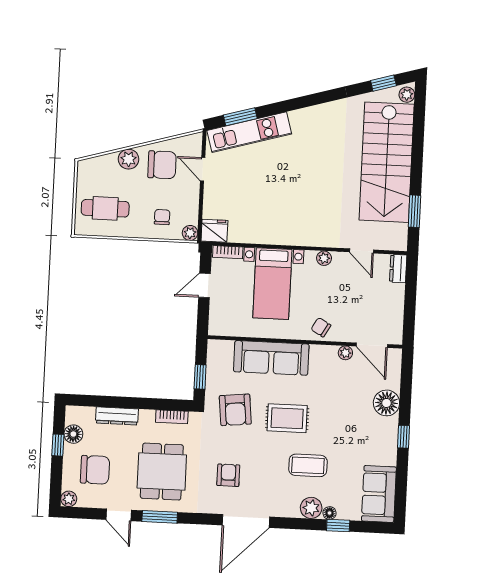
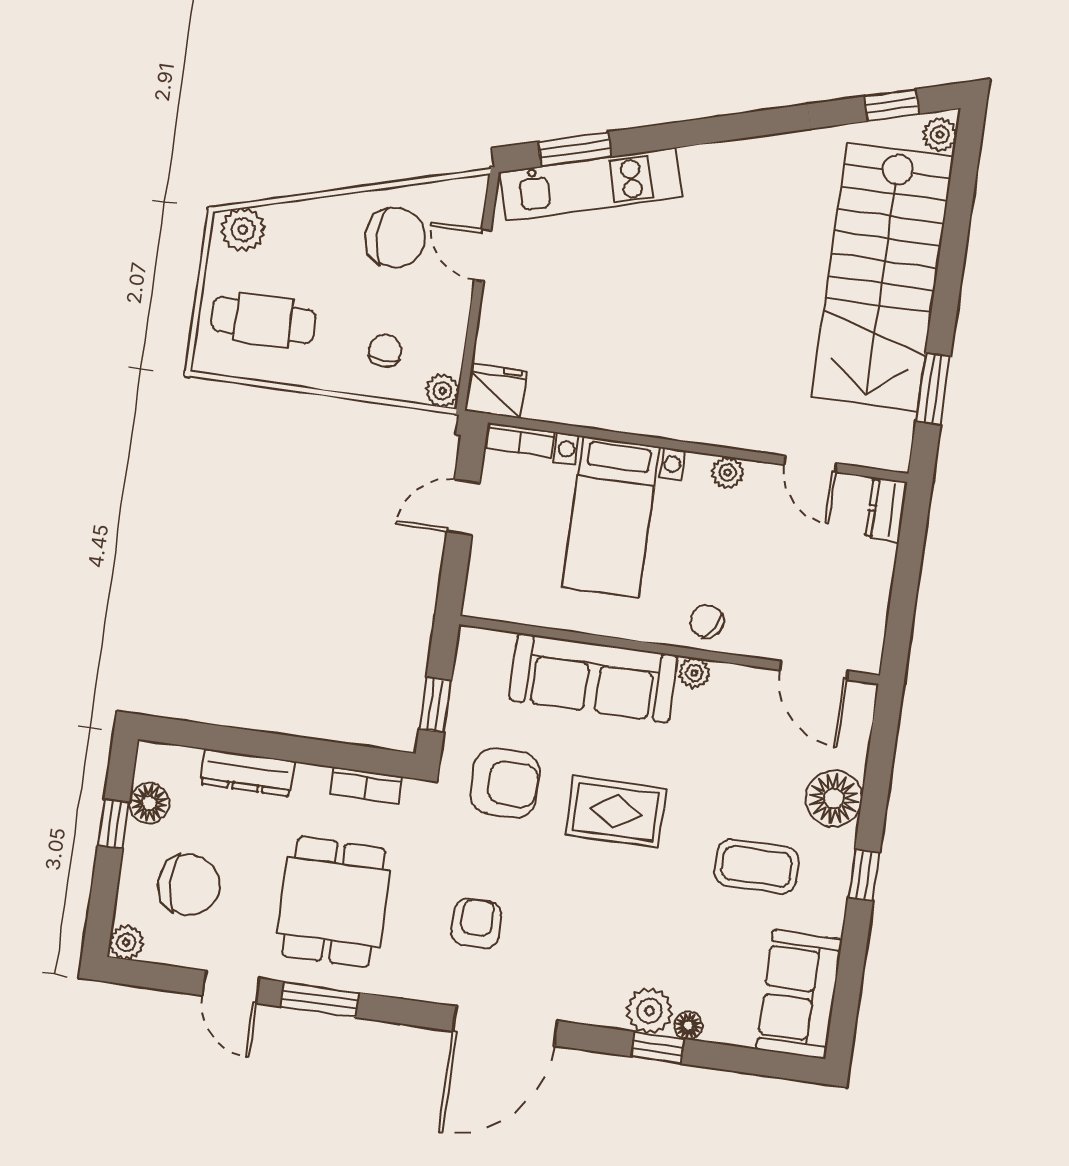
plant: (129, 159) -> (243, 230), moved
plant: (345, 353) -> (694, 673), moved
armchair: (235, 410) -> (505, 783), turned -84
coffee table: (308, 465) -> (757, 866), moved
window: (338, 526) -> (658, 1048), moved

